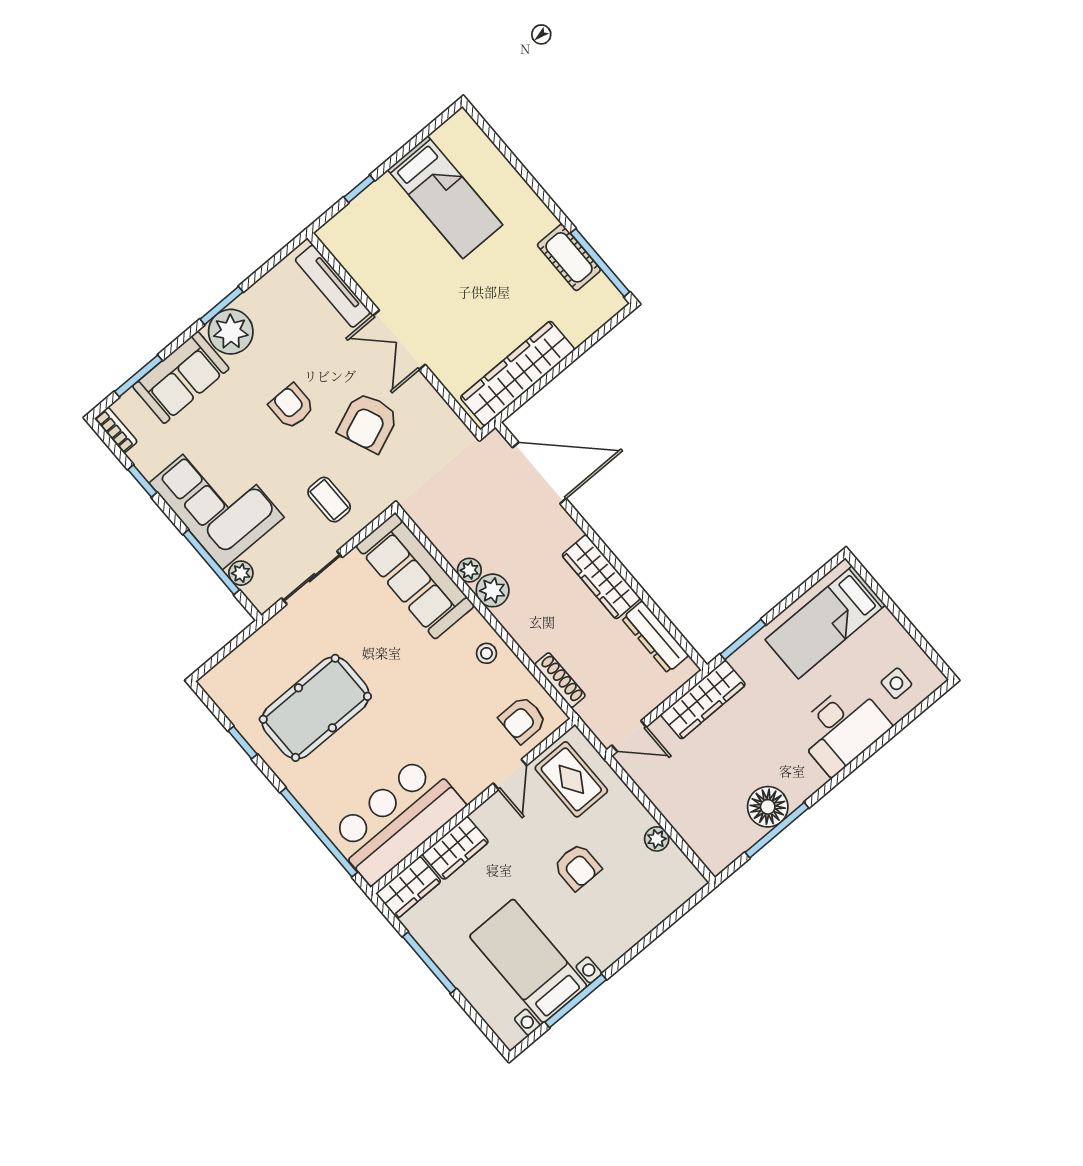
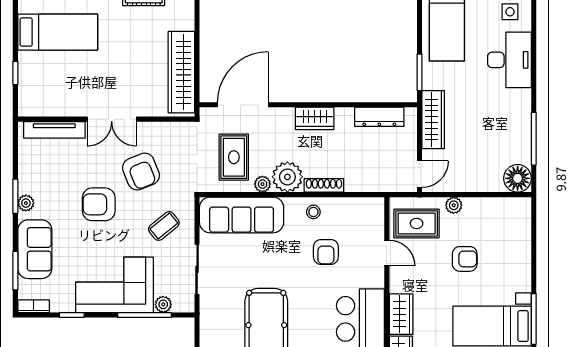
plant: (231, 332) -> (26, 203), width x0.53, depth x0.53
armchair: (292, 406) -> (99, 204), width x1.38, depth x1.38
coffee table: (329, 500) -> (164, 226), turned -39
rug: (472, 513) -> (234, 157), added
wardrobe: (601, 577) -> (315, 118), width x0.67
plant: (493, 590) -> (287, 177), width x1.36, depth x1.36
shoe rack: (560, 680) -> (324, 185), moved
armchair: (523, 720) -> (326, 252), moved
floor lamp: (768, 807) -> (518, 178), moved
plant: (657, 839) -> (454, 205), moved

